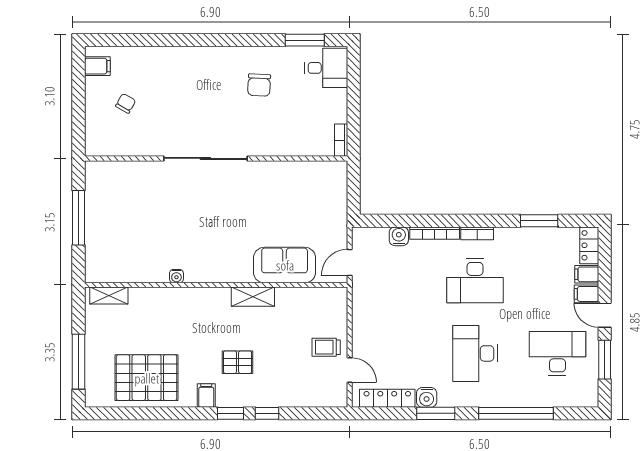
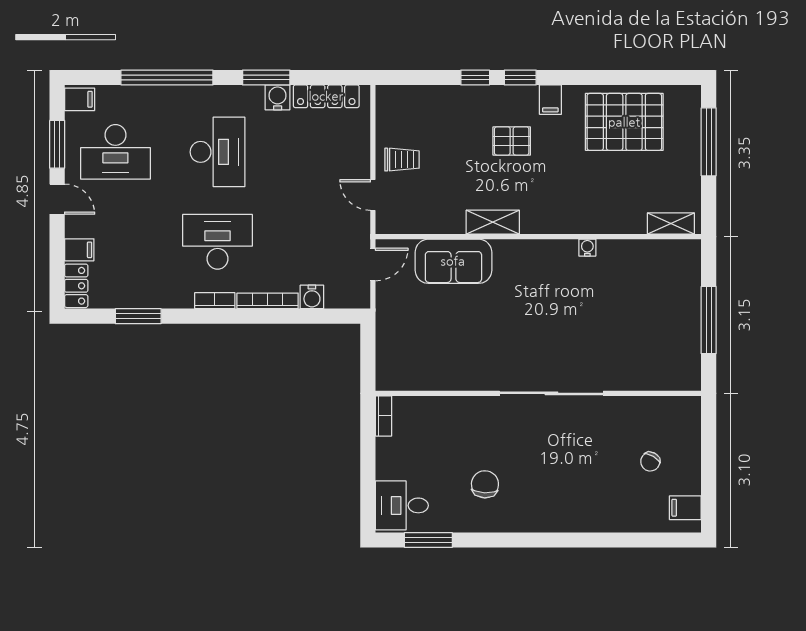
filing cabinet: (586, 294) -> (80, 99), moved
door: (350, 370) -> (373, 195), moved

